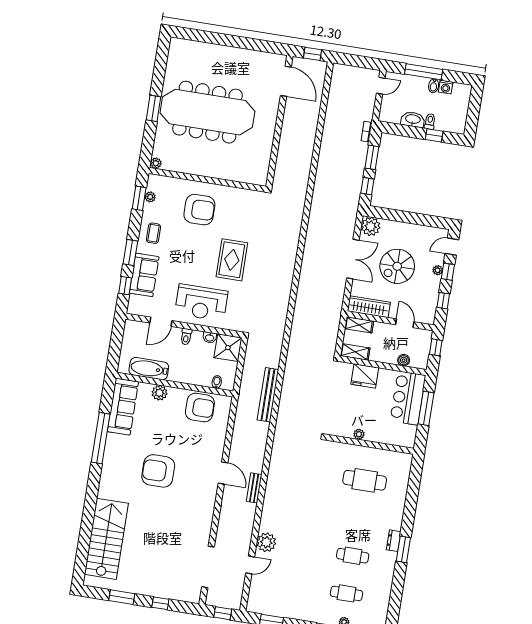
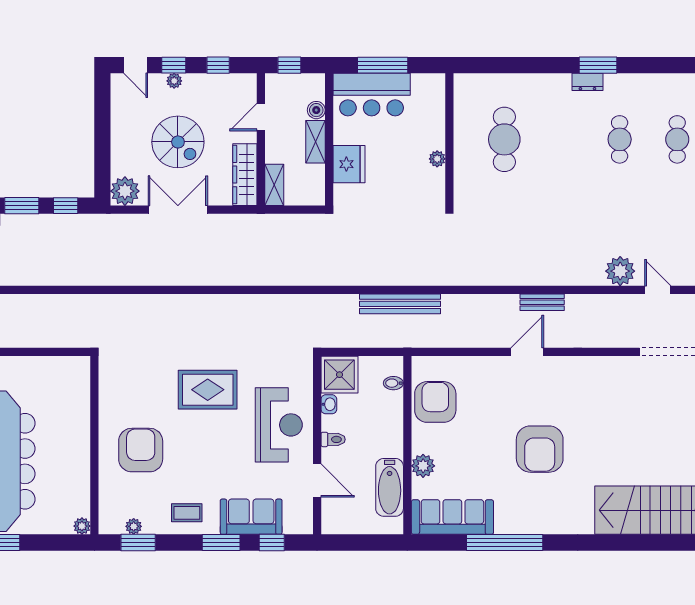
shelving: (355, 352) -> (315, 142), moved

